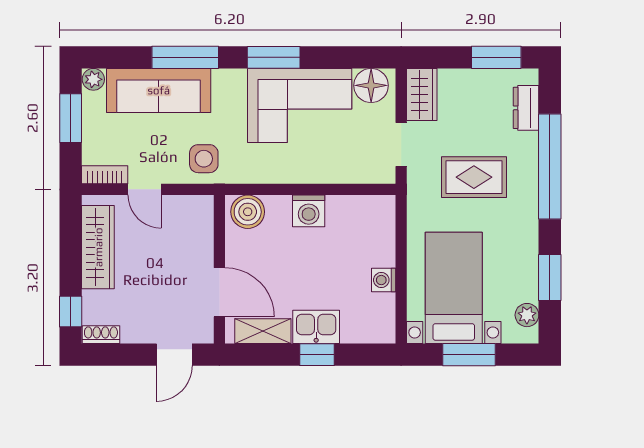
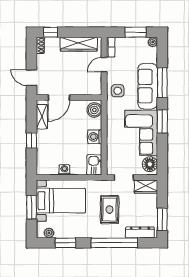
sofa: (159, 90) -> (148, 86), moved
dresser: (526, 108) -> (140, 232), width x1.44
kitchen sink: (316, 327) -> (94, 165), moved, turned 180

